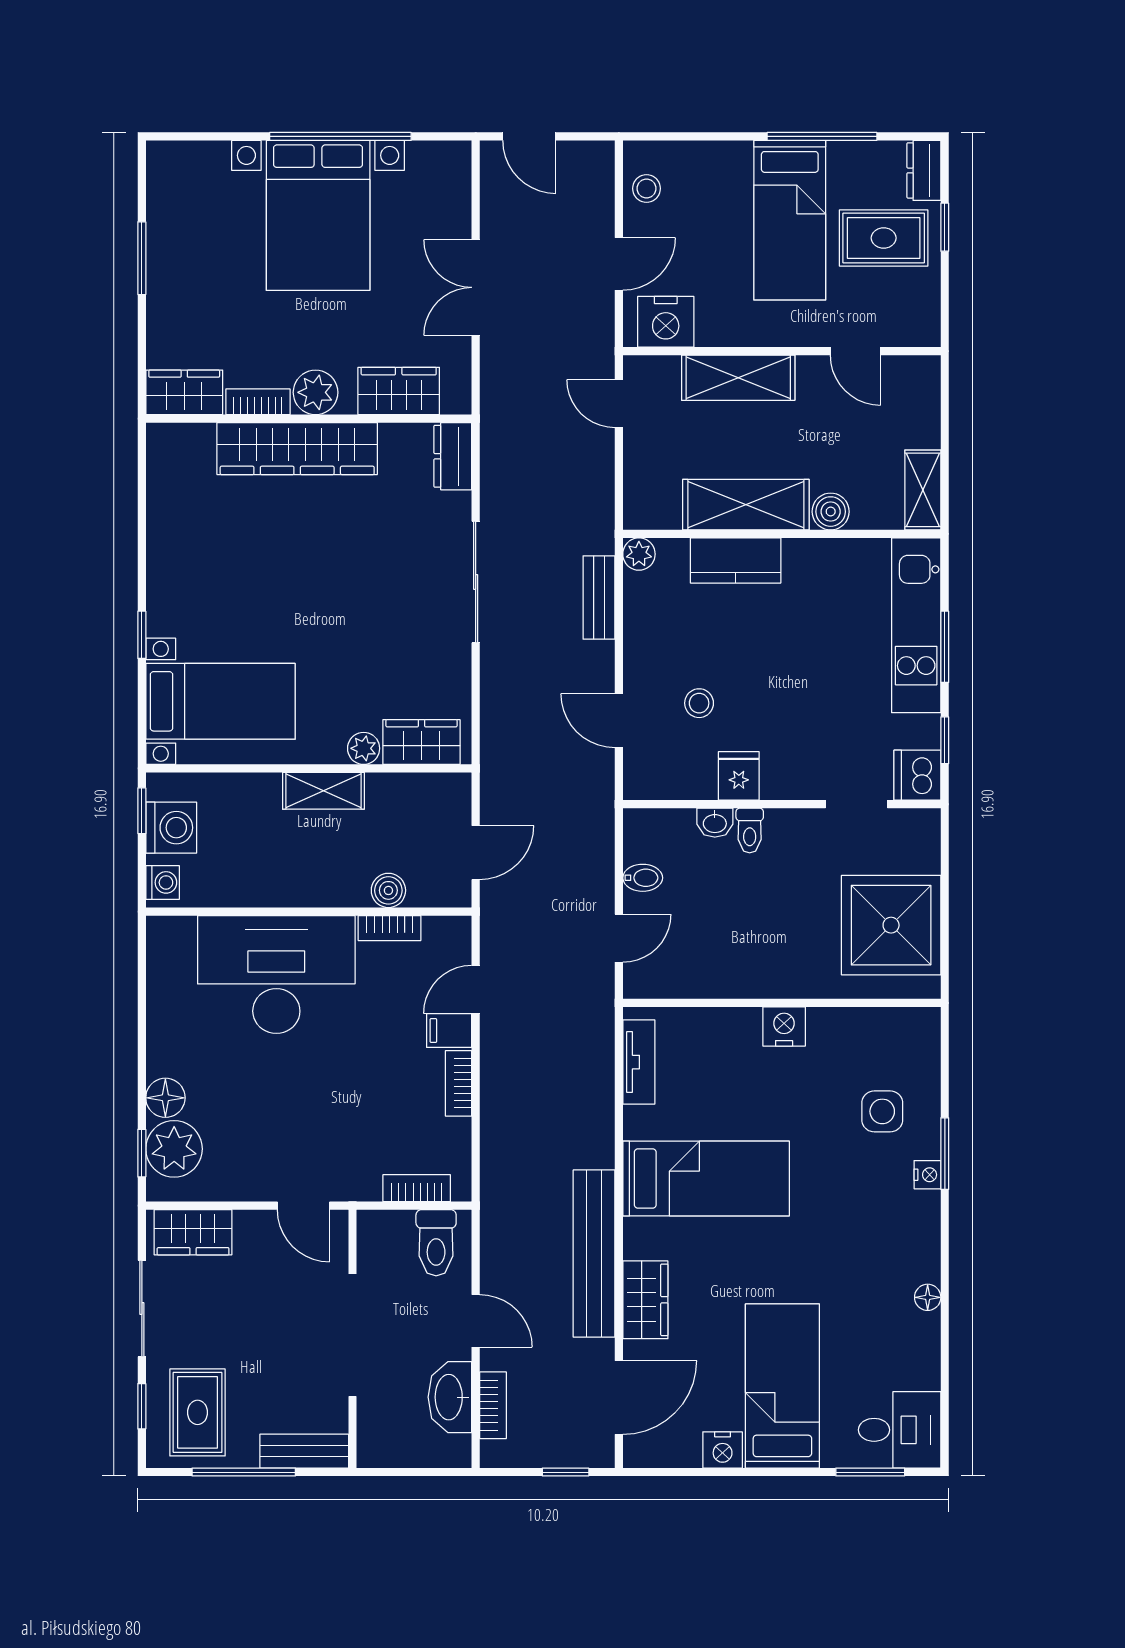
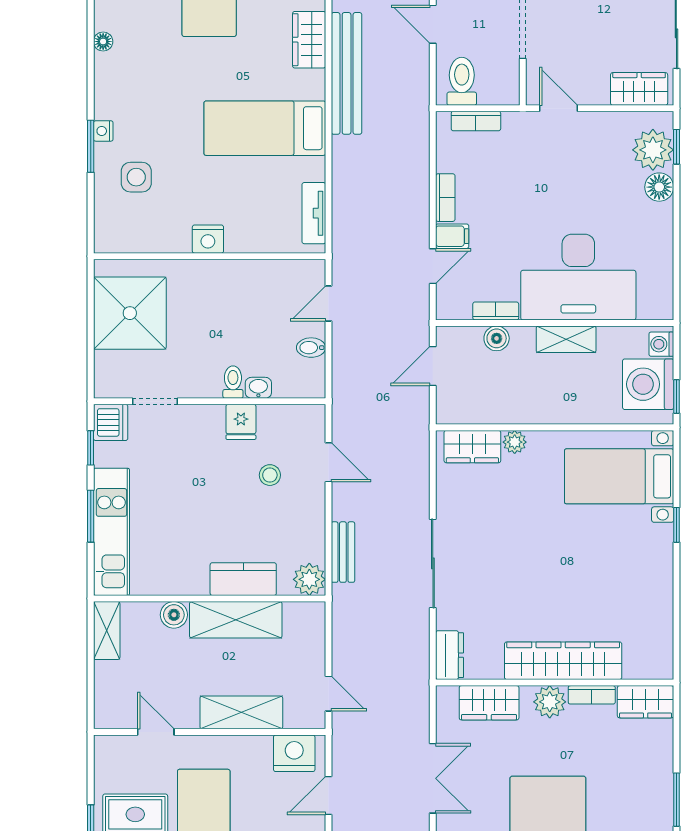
plant: (639, 554) -> (309, 579), width x1.38, depth x1.38
shelving: (323, 791) -> (566, 339), moved
washing machine: (171, 828) -> (648, 384), width x1.37, depth x1.37

